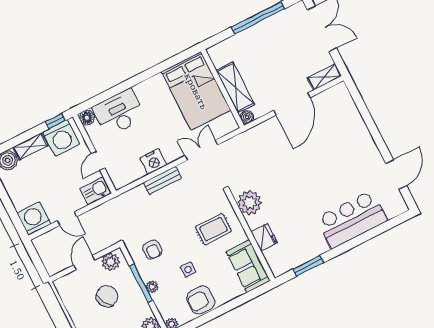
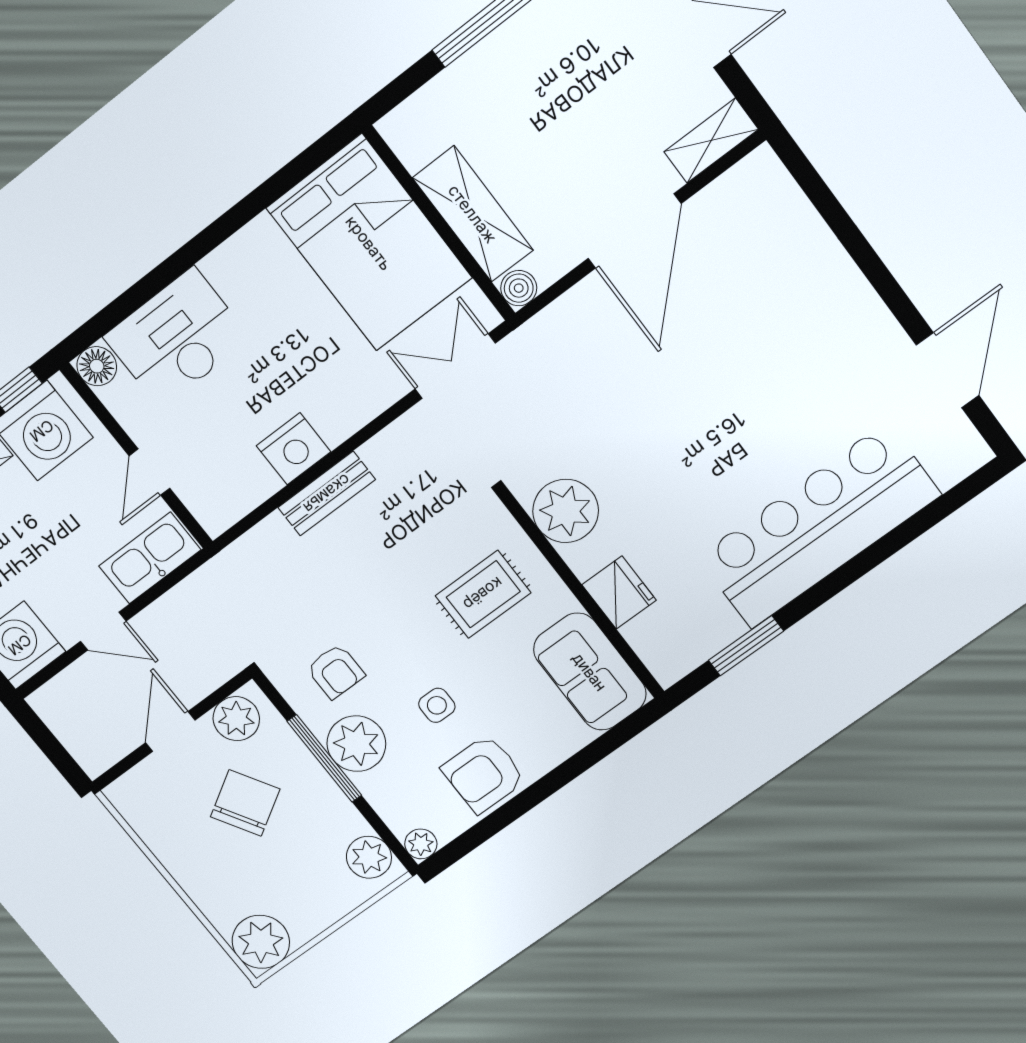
double door: (201, 150) -> (455, 366), moved
kitchen sink: (95, 191) -> (150, 558), width x1.38
bar counter: (352, 219) -> (819, 526), width x1.36
plant: (152, 287) -> (356, 744), width x1.88, depth x1.88

